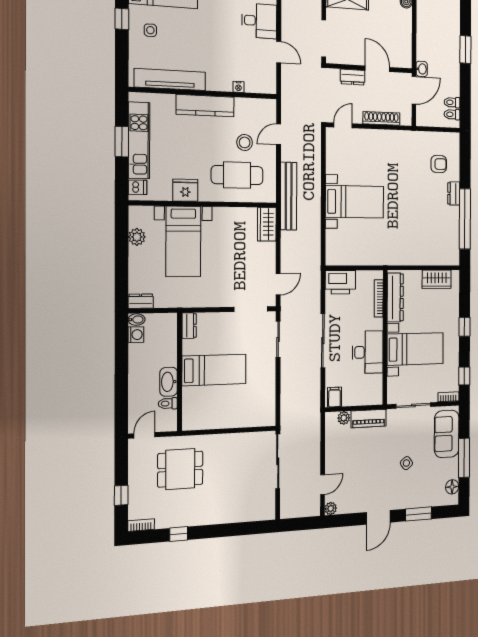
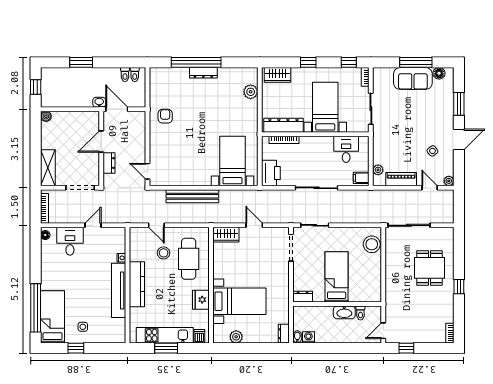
tv unit: (170, 80) -> (119, 290), moved
shoe rack: (381, 118) -> (141, 138), removed
armchair: (439, 164) -> (165, 116), moved
dresser: (454, 193) -> (203, 73), width x1.44
bench: (289, 196) -> (192, 196), moved
bed with nightstands: (355, 202) -> (232, 161), moved
window: (465, 219) -> (196, 62), moved
plant: (433, 256) -> (251, 92), added
wardrobe: (437, 279) -> (277, 75), moved, turned 90
door: (278, 284) -> (254, 225), moved
desk: (368, 352) -> (346, 149), moved, width x0.73
stool: (255, 414) -> (372, 244), added
piano: (369, 419) -> (401, 179), moved, turned -90
sofa: (447, 434) -> (413, 78), moved
door: (144, 435) -> (383, 331), hinge flipped
side table: (406, 463) -> (432, 151), moved
dining table: (180, 469) -> (429, 268), moved
window: (121, 495) -> (406, 348), moved
door: (378, 517) -> (459, 140), hinge flipped
window: (179, 534) -> (459, 287), moved

